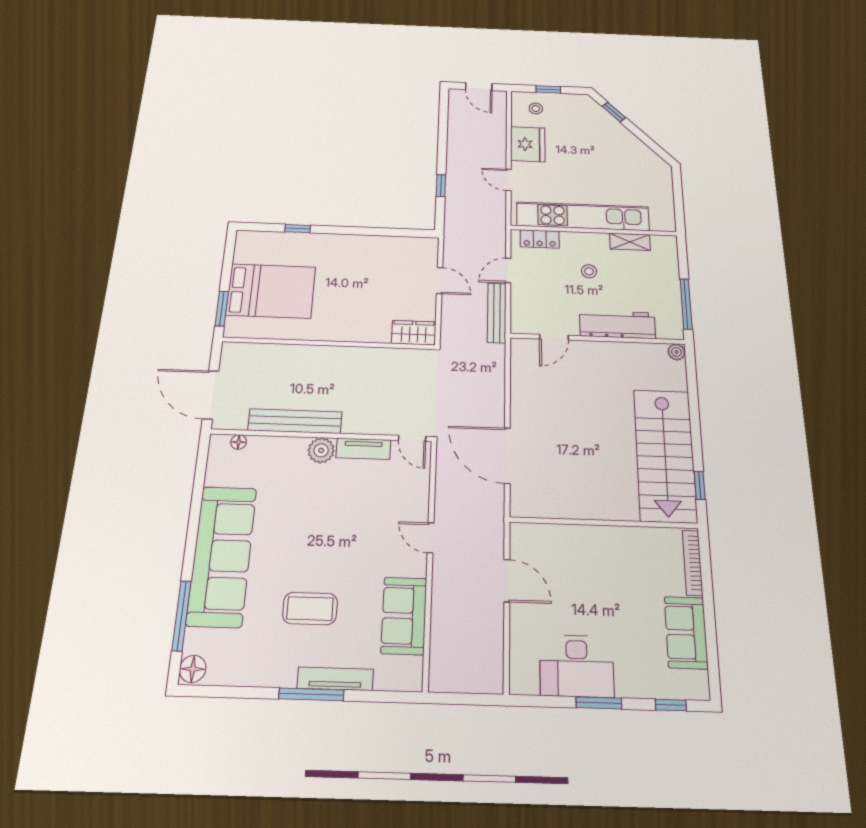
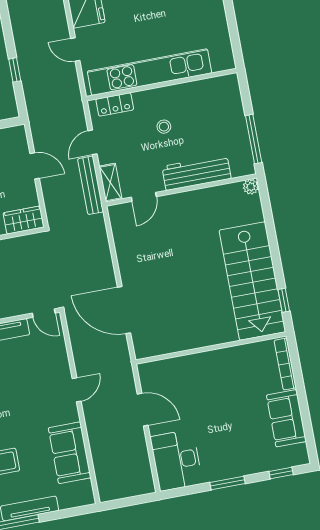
shelving: (630, 242) -> (110, 183), moved, turned 90
door: (431, 538) -> (77, 390), swing flipped
desk: (577, 666) -> (176, 460), moved, turned 90

